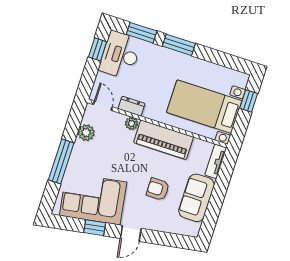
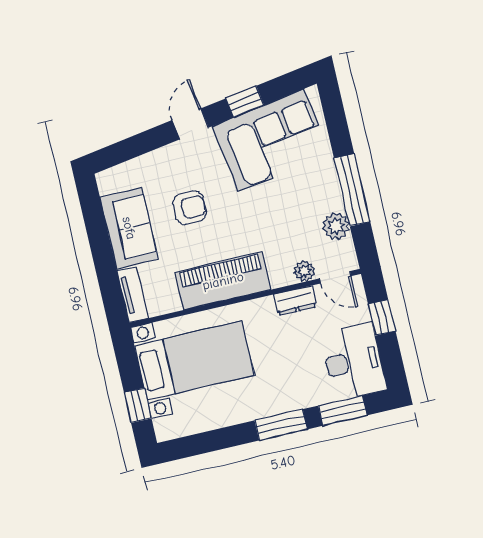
window: (98, 49) -> (382, 318), moved
plant: (132, 123) -> (304, 271), moved
window: (61, 161) -> (352, 190), moved

